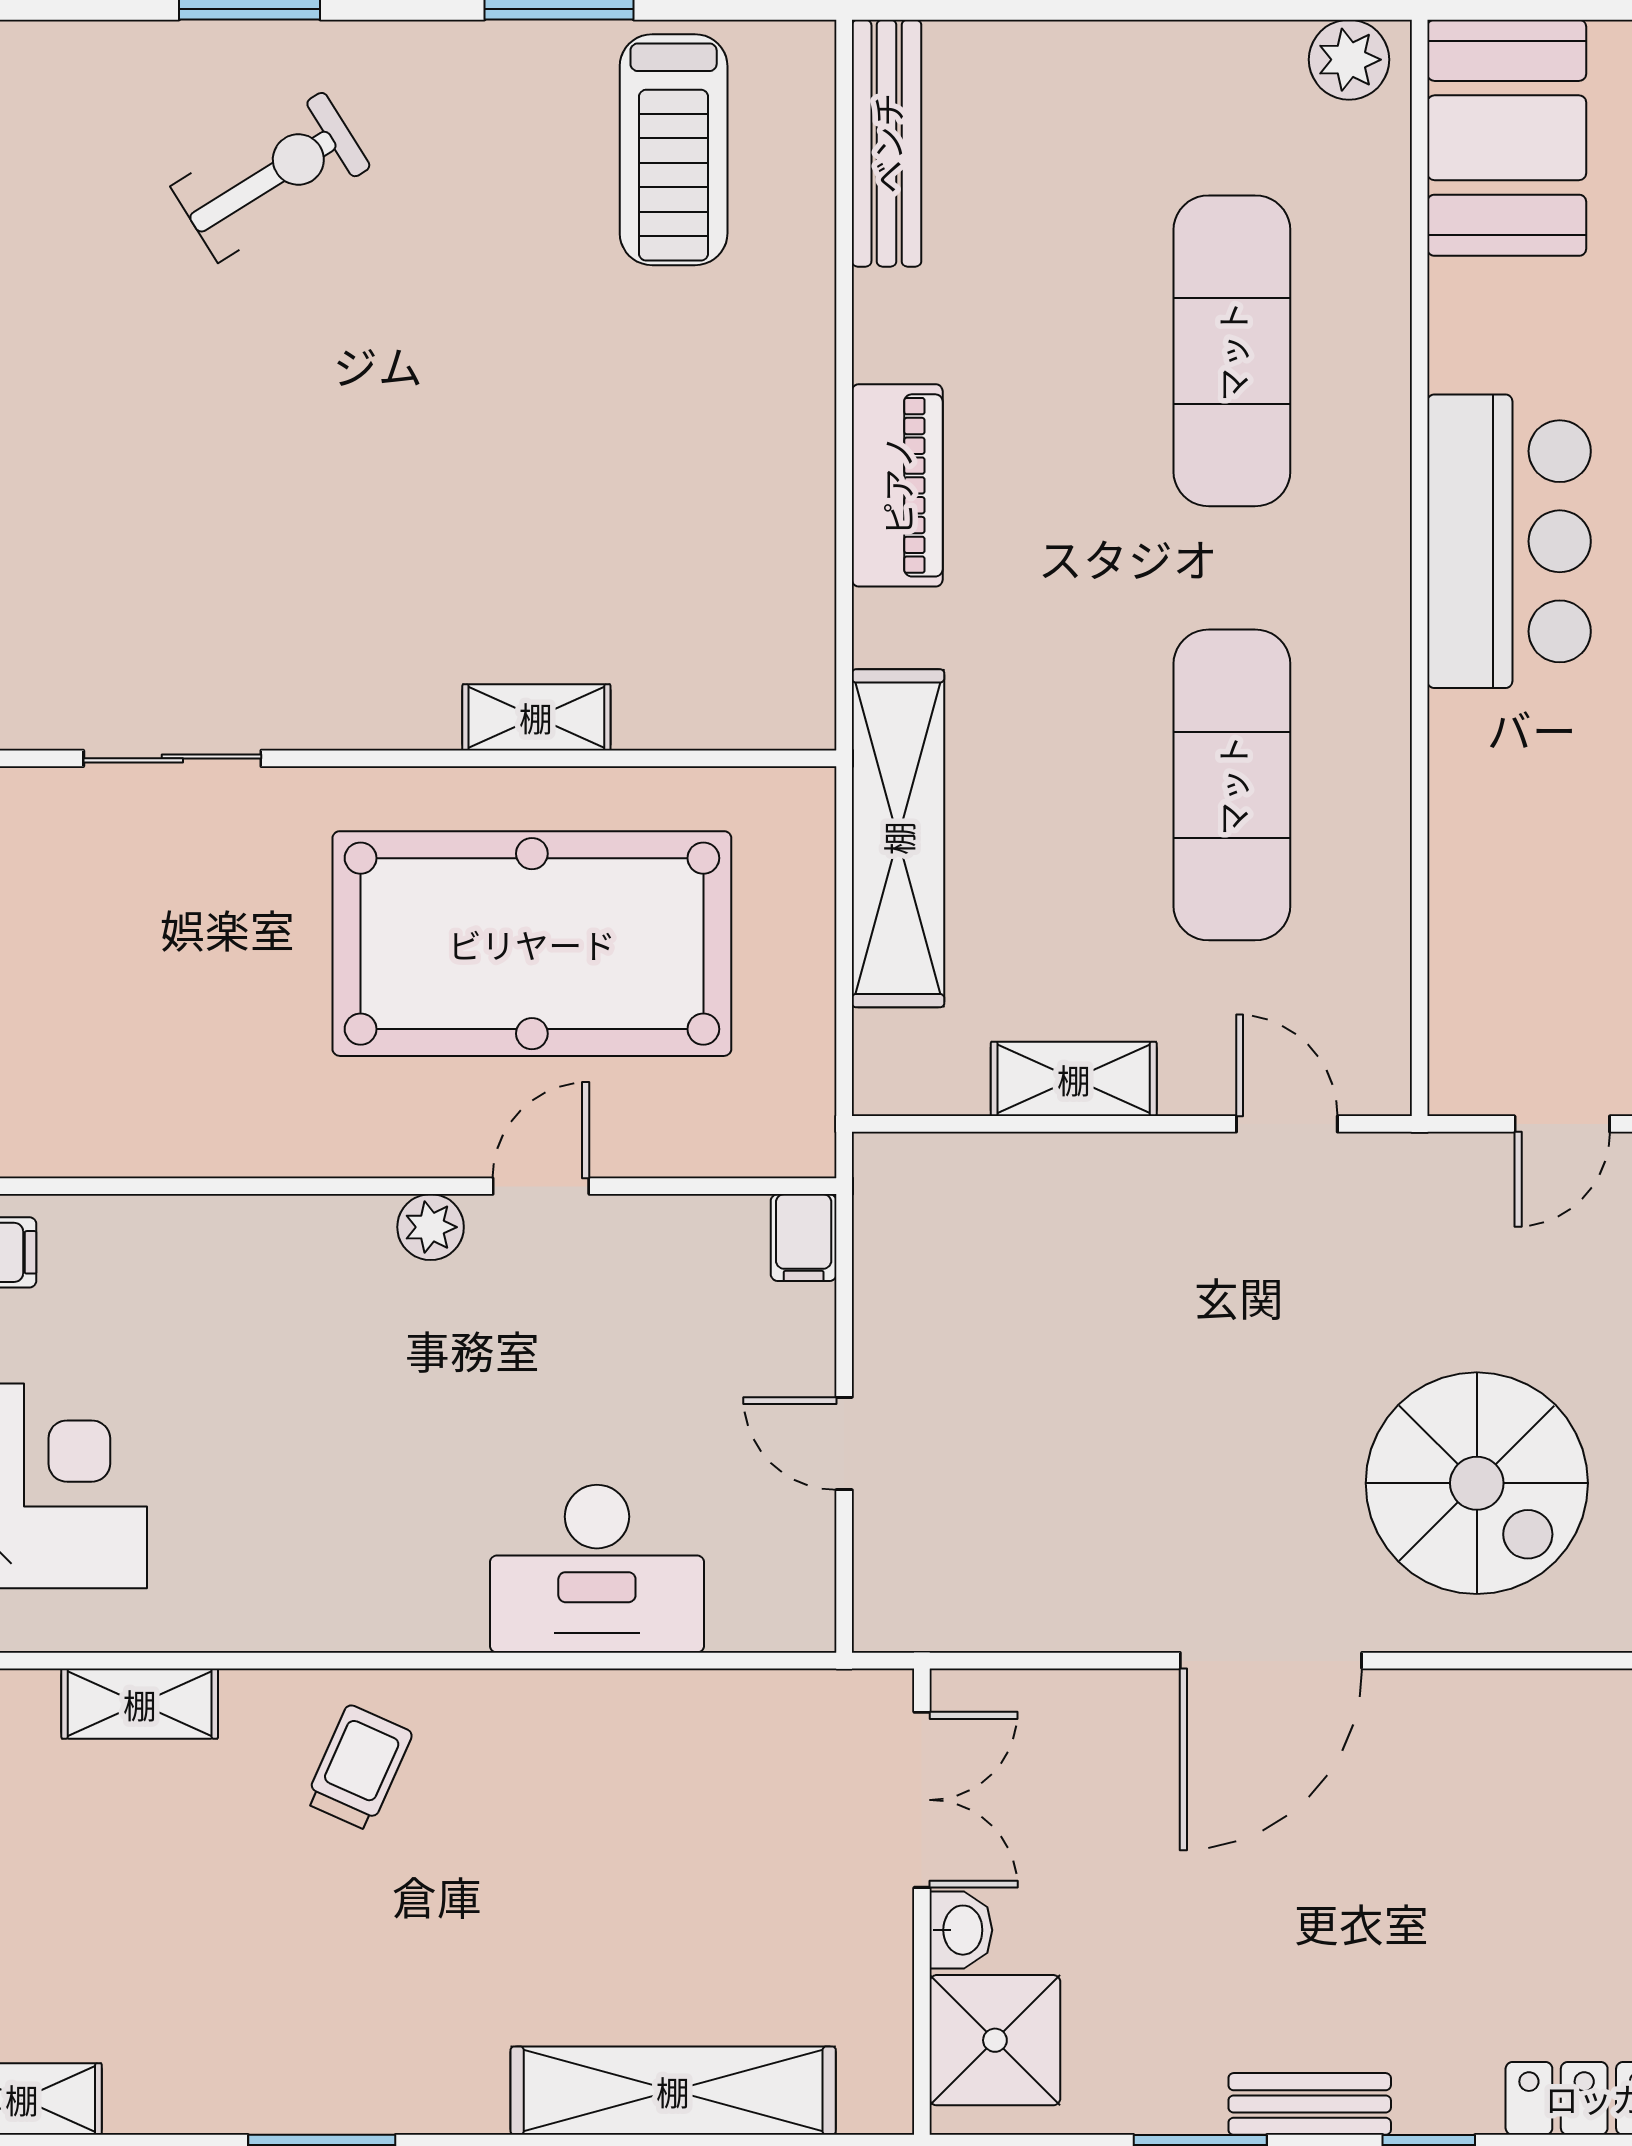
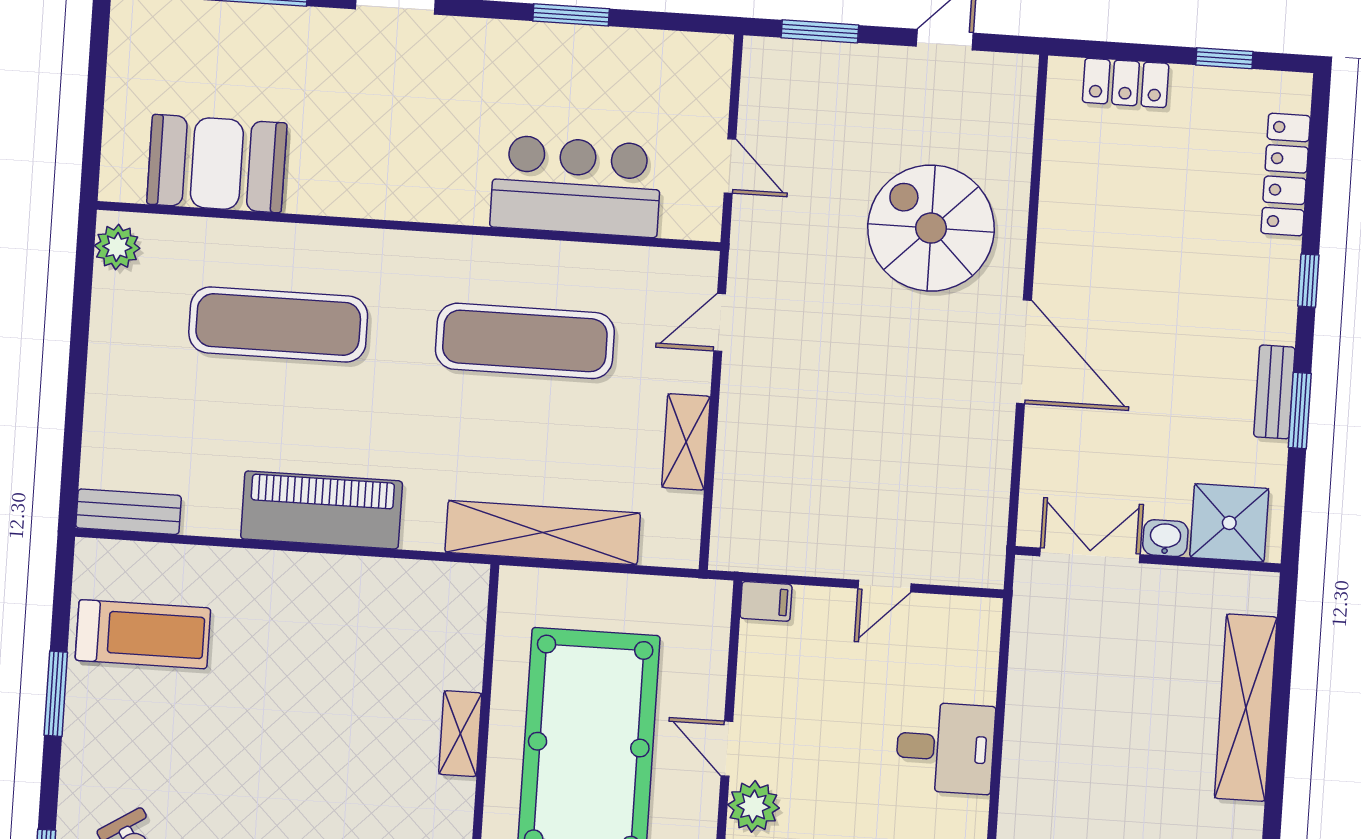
booth: (1507, 138) -> (217, 164), moved
bench: (887, 143) -> (128, 512), width x0.73
piano: (897, 485) -> (322, 510), width x1.37, depth x1.33
bar counter: (1509, 541) -> (576, 186), moved
plant: (431, 1227) -> (753, 806), width x1.38, depth x1.38
spiral stairs: (1477, 1483) -> (931, 228), turned -90
desk: (597, 1569) -> (945, 748), width x0.73
bench: (1310, 2104) -> (1274, 392), moved

